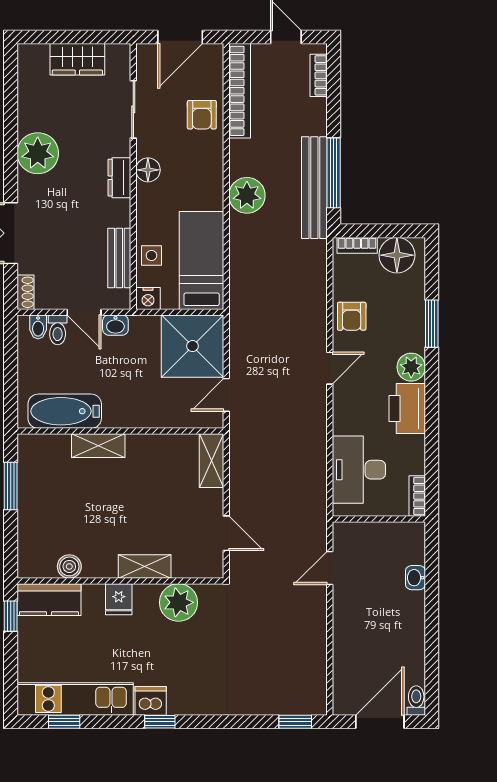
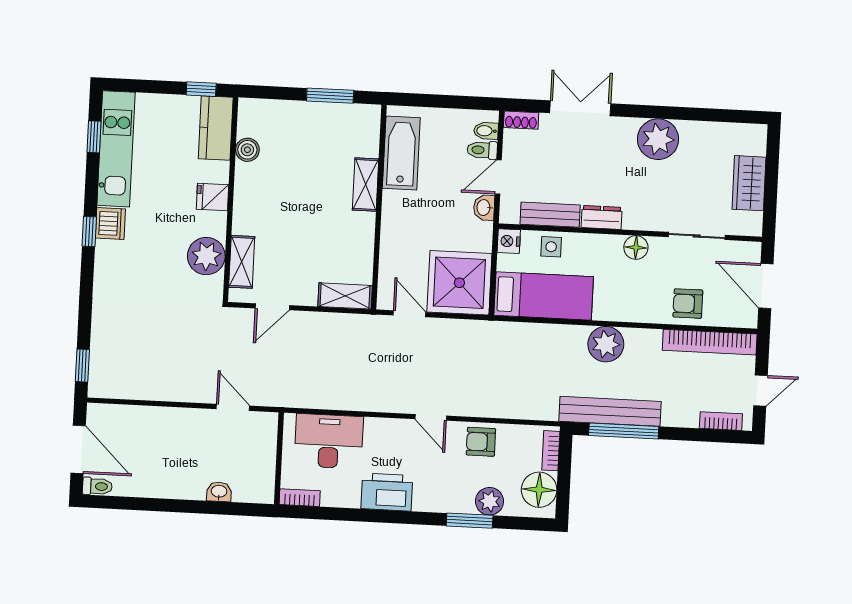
dresser: (119, 178) -> (602, 217), moved
plant: (411, 367) -> (489, 501), moved
shelving: (145, 567) -> (242, 262), moved

